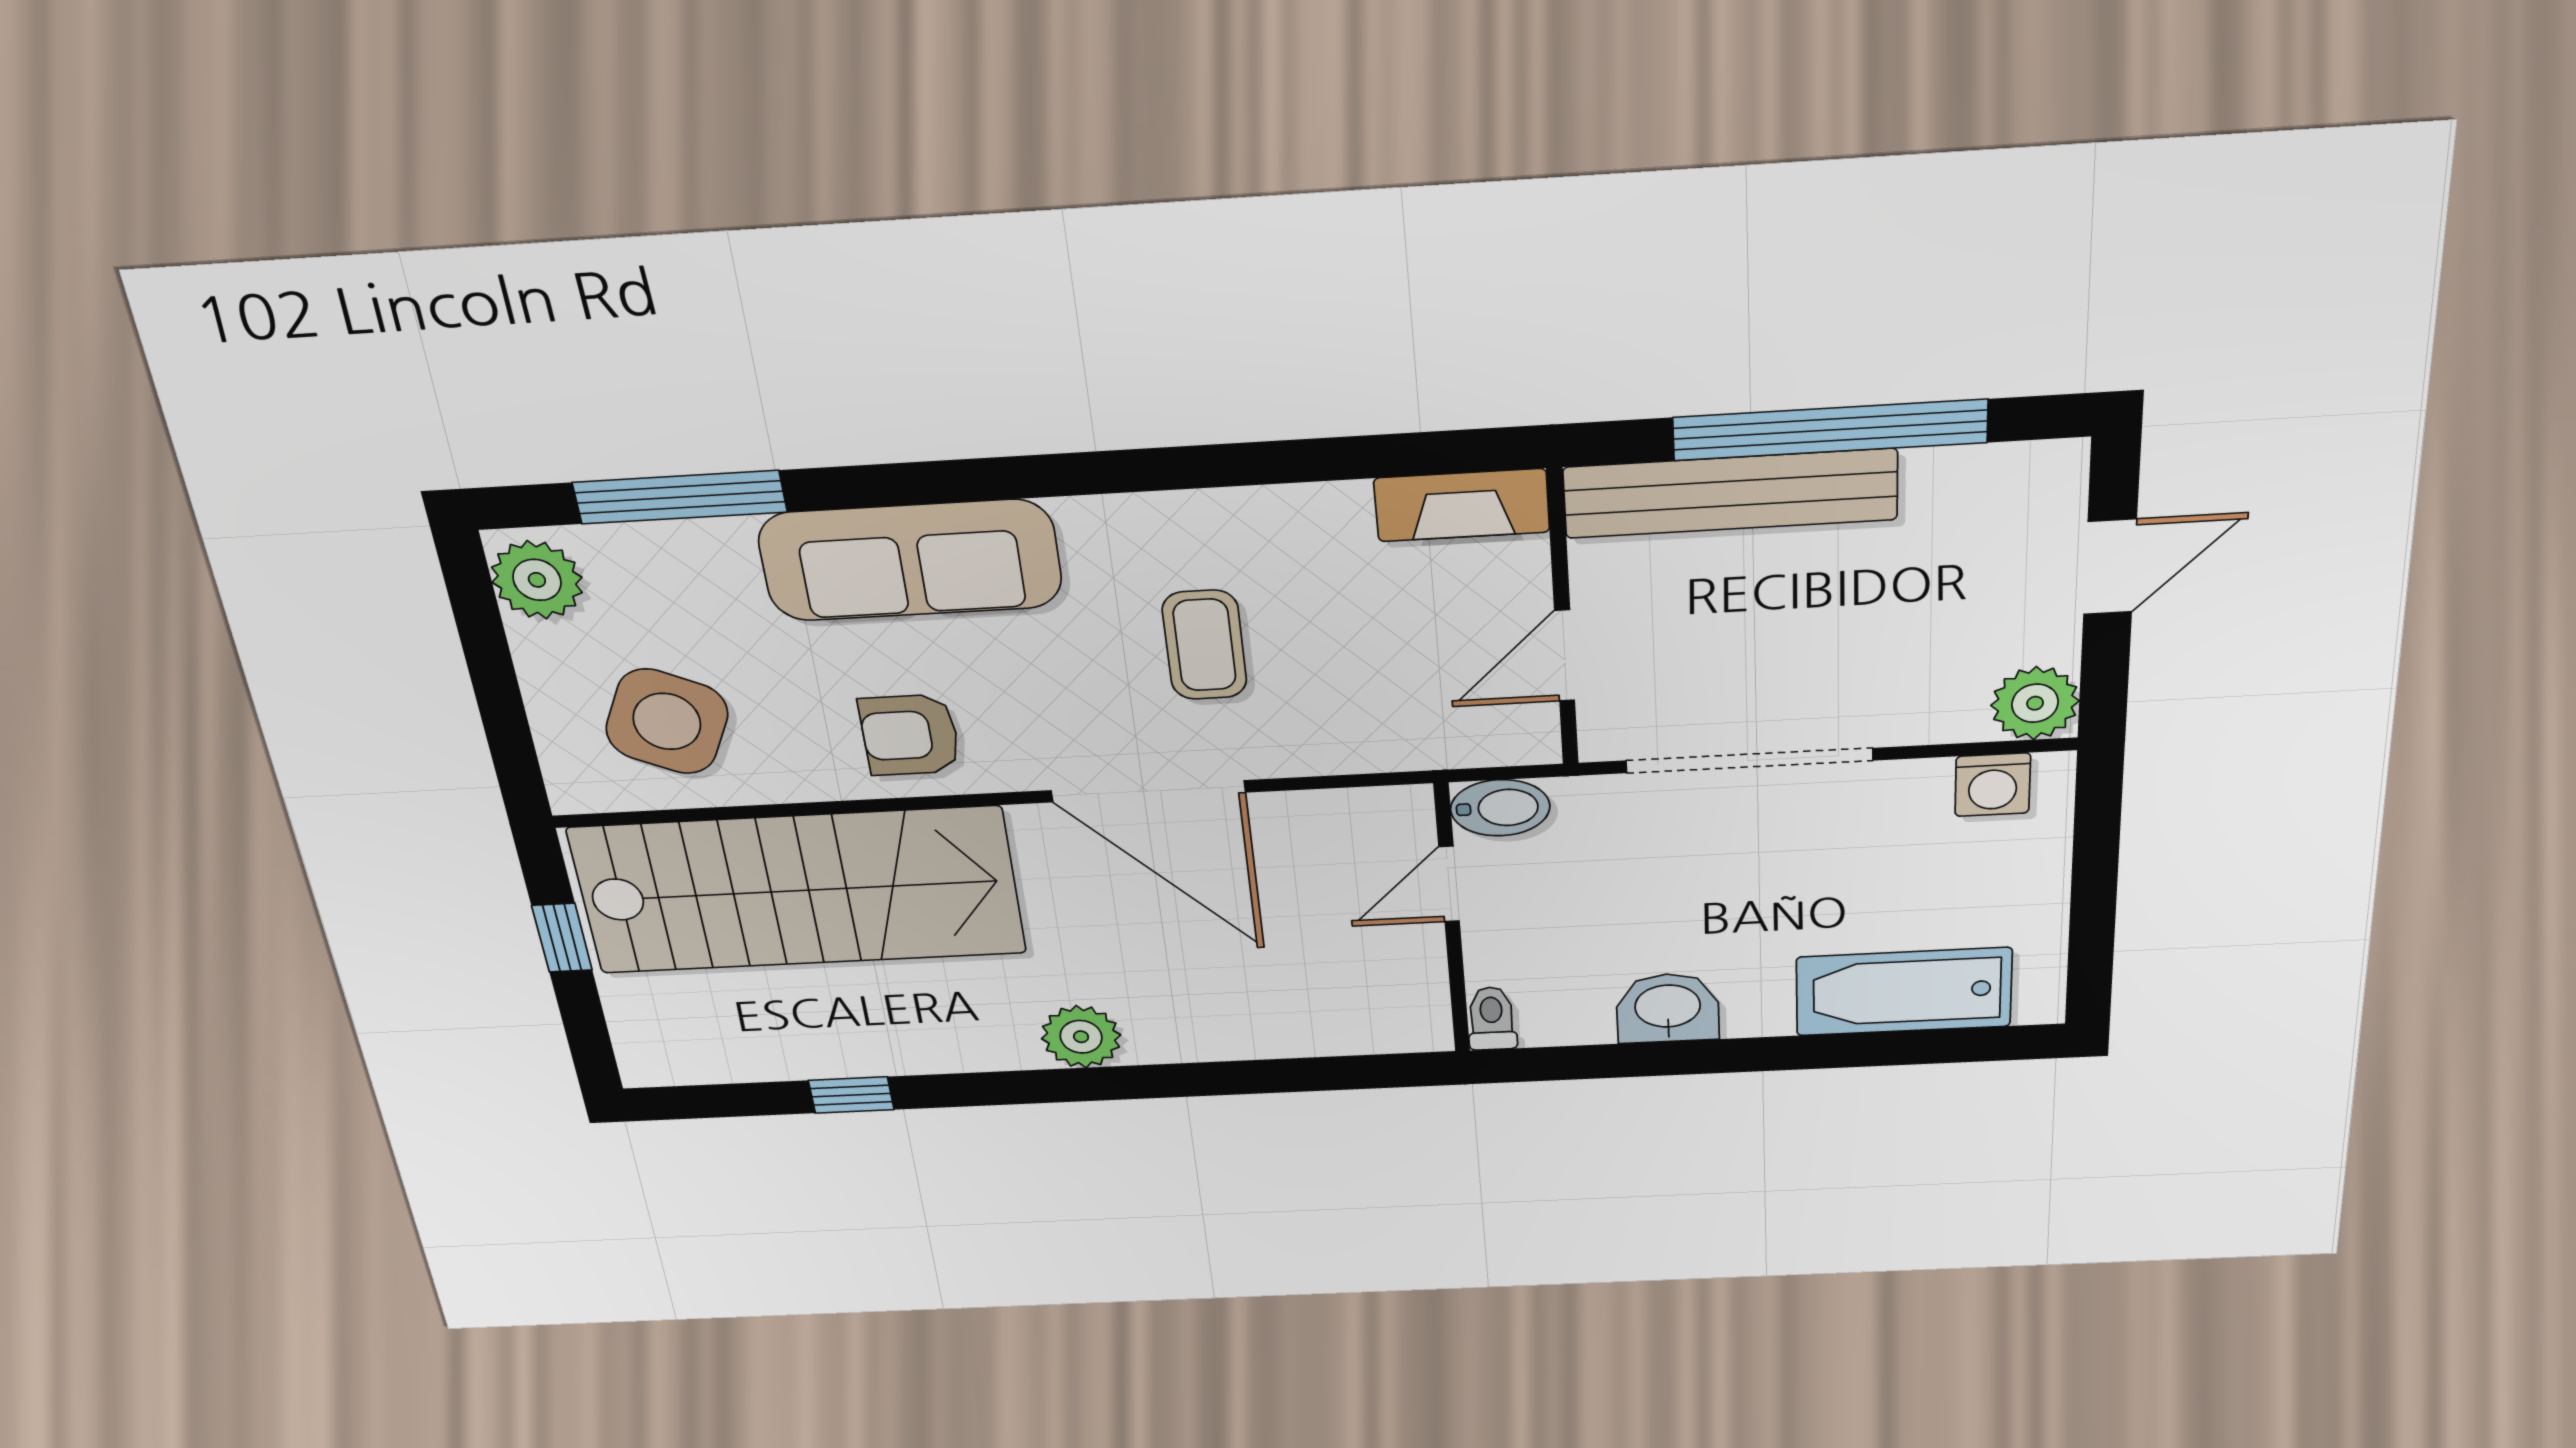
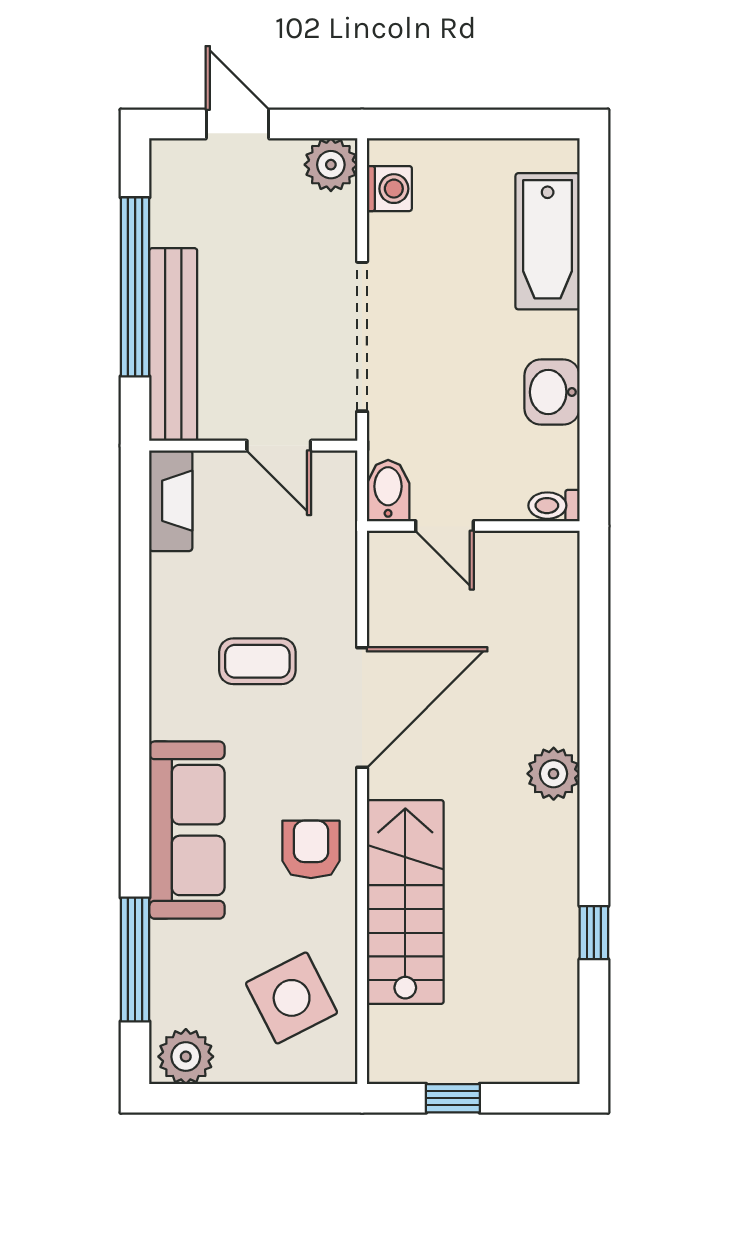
side table: (667, 721) -> (292, 998), turned 38
armchair: (910, 735) -> (311, 849), turned 180
stairs: (798, 891) -> (405, 902), width x0.73, depth x0.66

